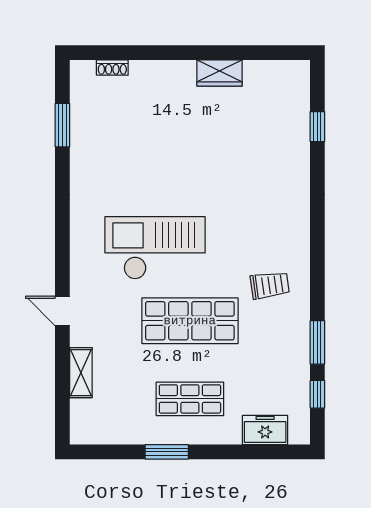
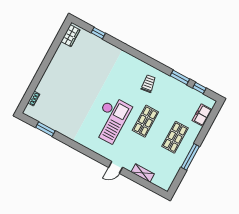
wardrobe: (220, 73) -> (71, 36), moved
checkout: (155, 248) -> (111, 119), turned 180
shop shelf: (190, 321) -> (145, 121), width x0.70, depth x0.74
window: (167, 452) -> (190, 157), width x1.44

